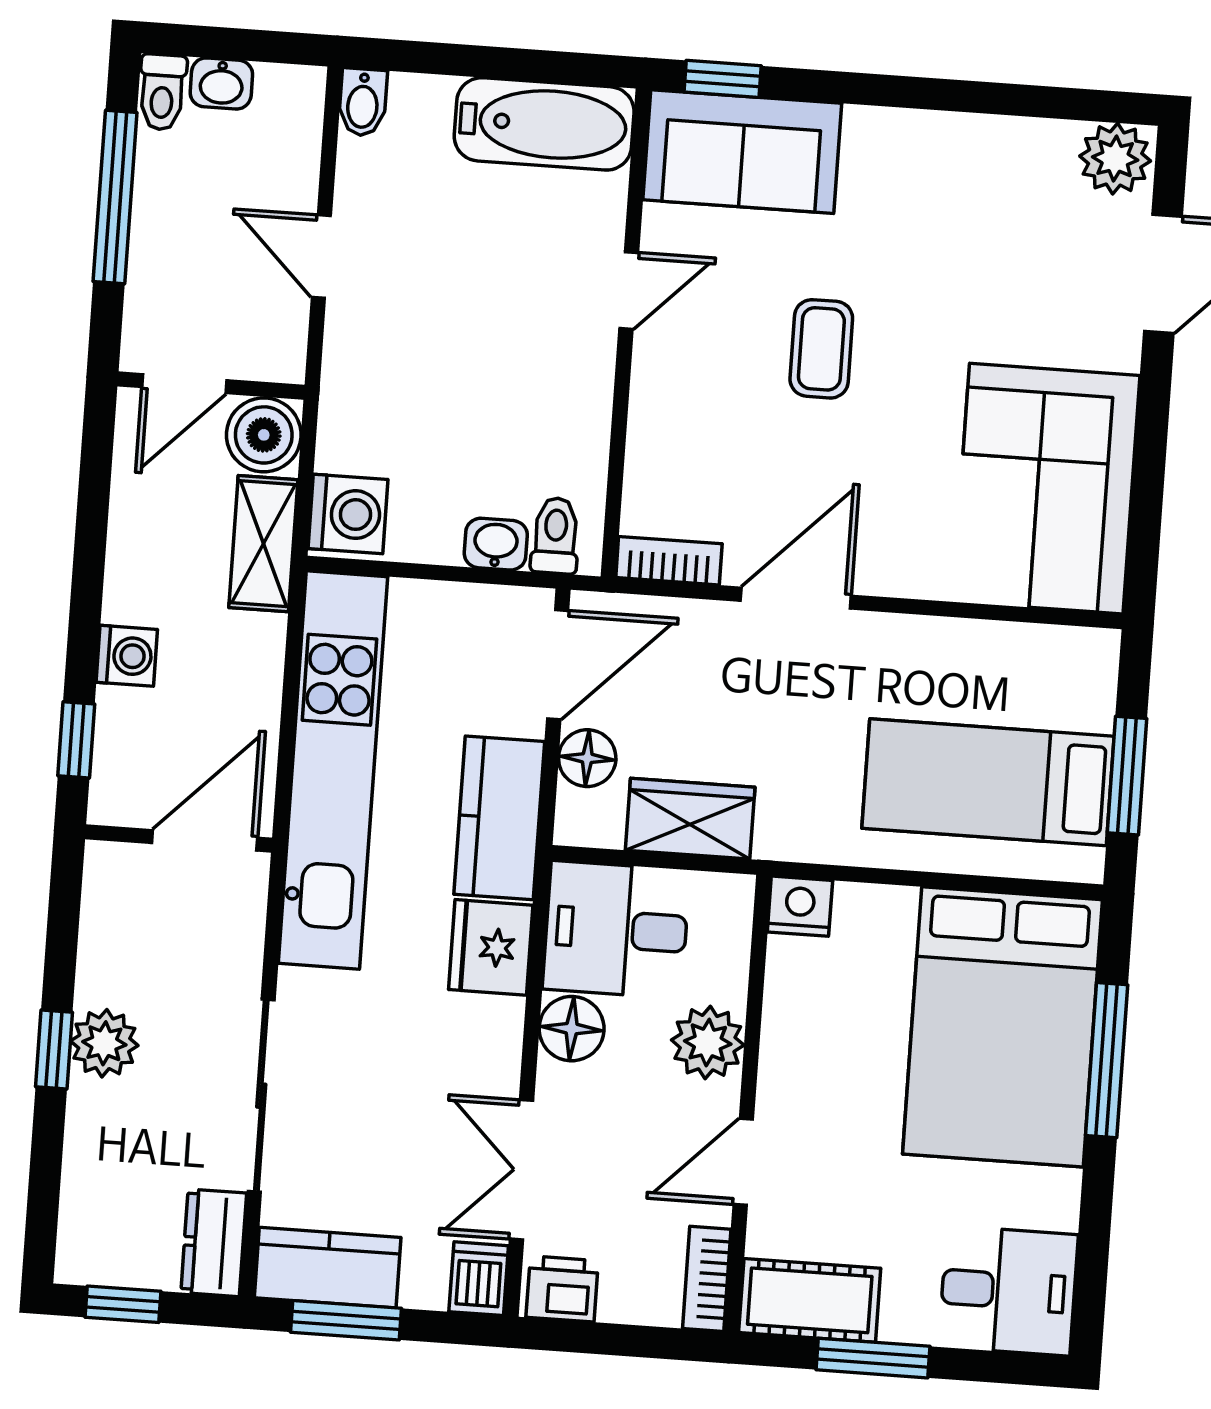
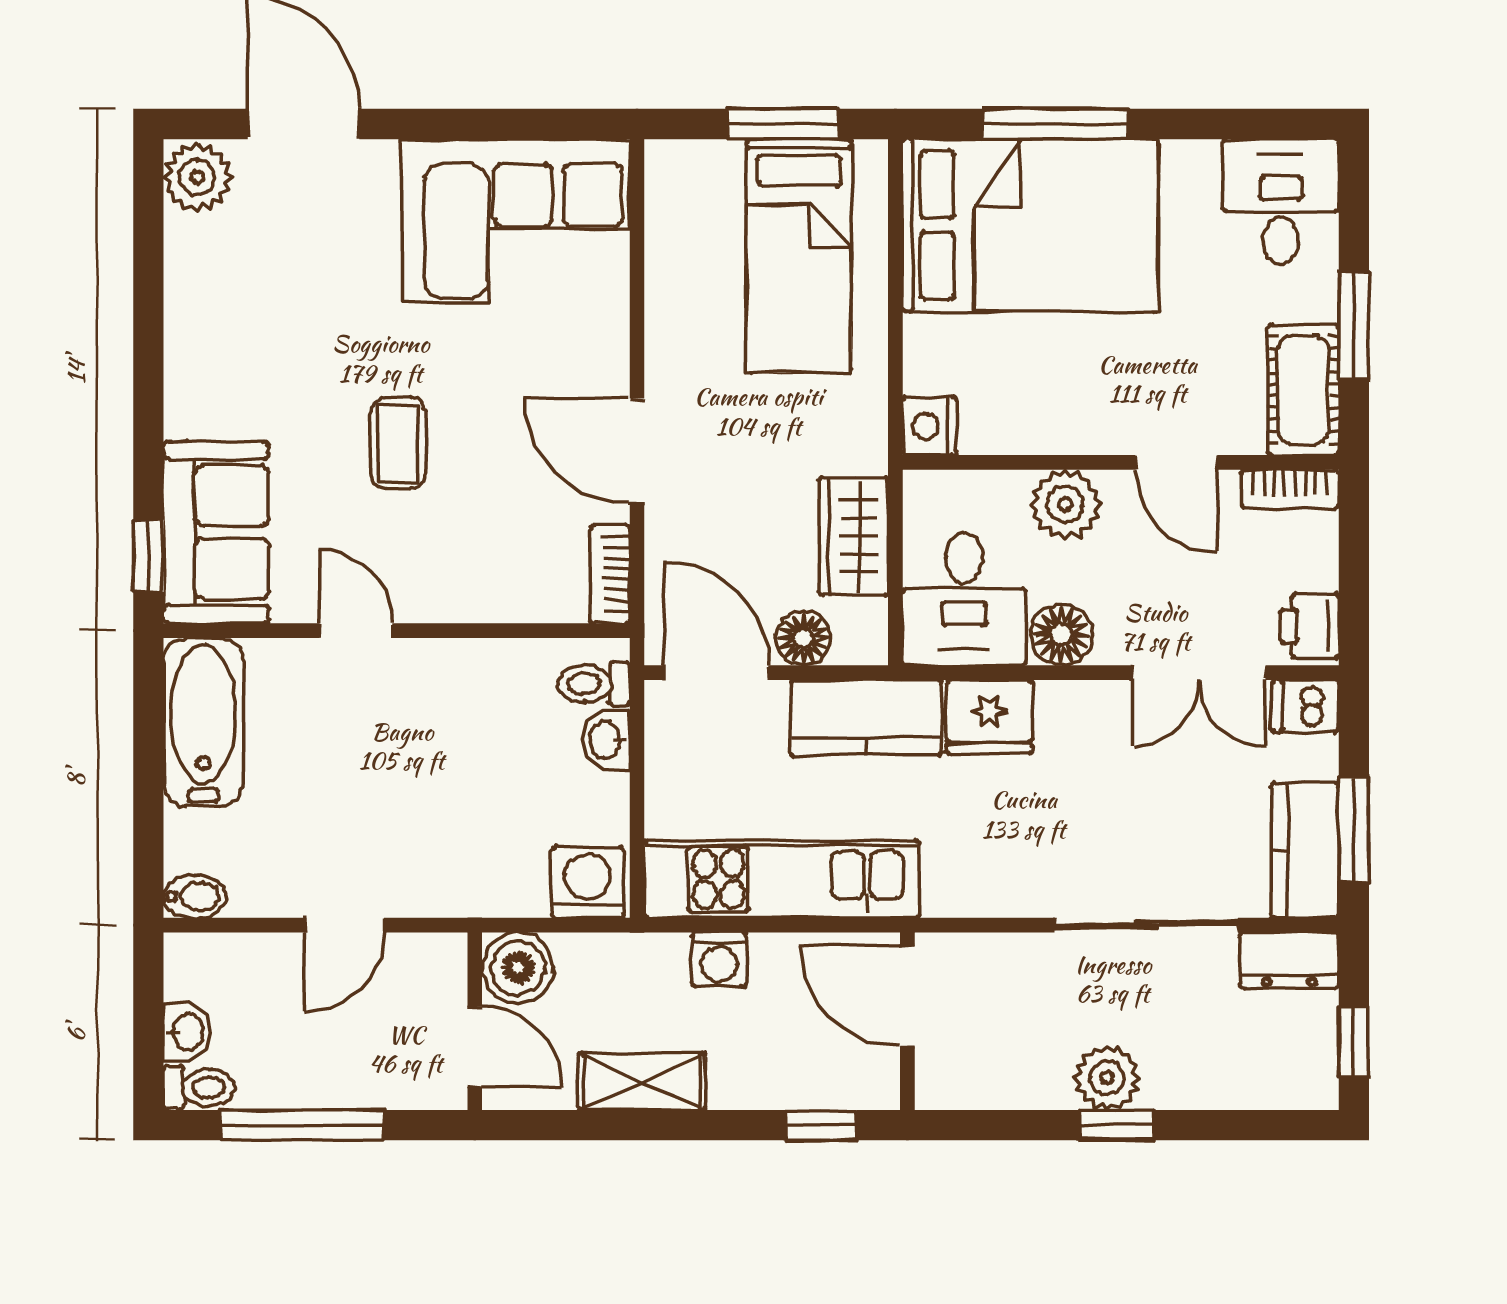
coffee table: (821, 349) -> (398, 444), turned 90
shelving: (263, 544) -> (642, 1082), moved
washing machine: (127, 656) -> (719, 960), moved, turned 180
kitchen unit: (333, 770) -> (782, 879), width x0.73

